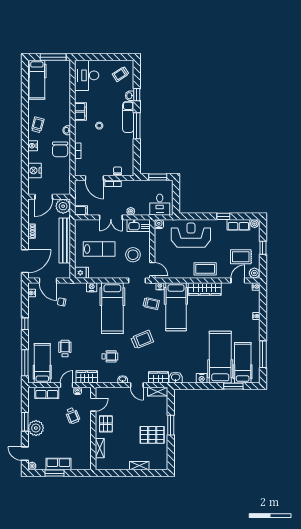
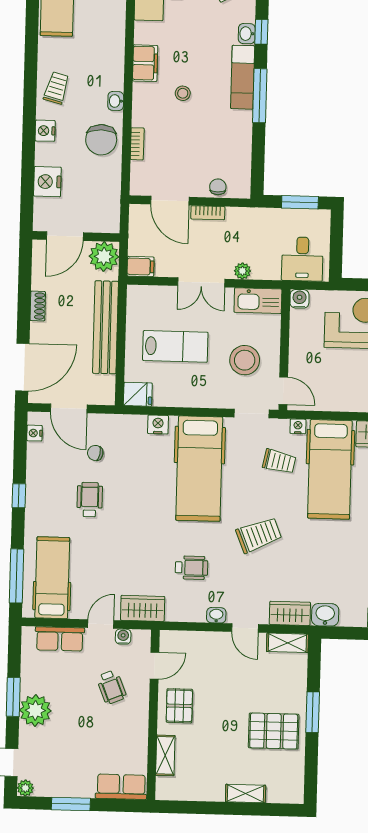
wheelchair: (65, 348) -> (90, 500), moved
row of seats: (58, 464) -> (121, 787), moved

